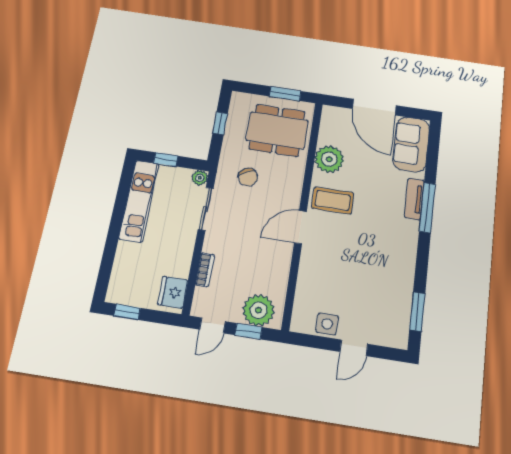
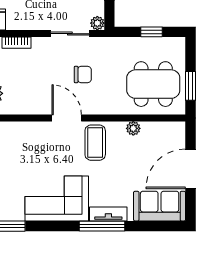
dining table: (277, 130) -> (153, 84), turned 90
plant: (329, 159) -> (133, 128), width x0.53, depth x0.53
chair: (248, 177) -> (83, 74), moved, turned -152
corner sofa: (391, 252) -> (57, 199), added

